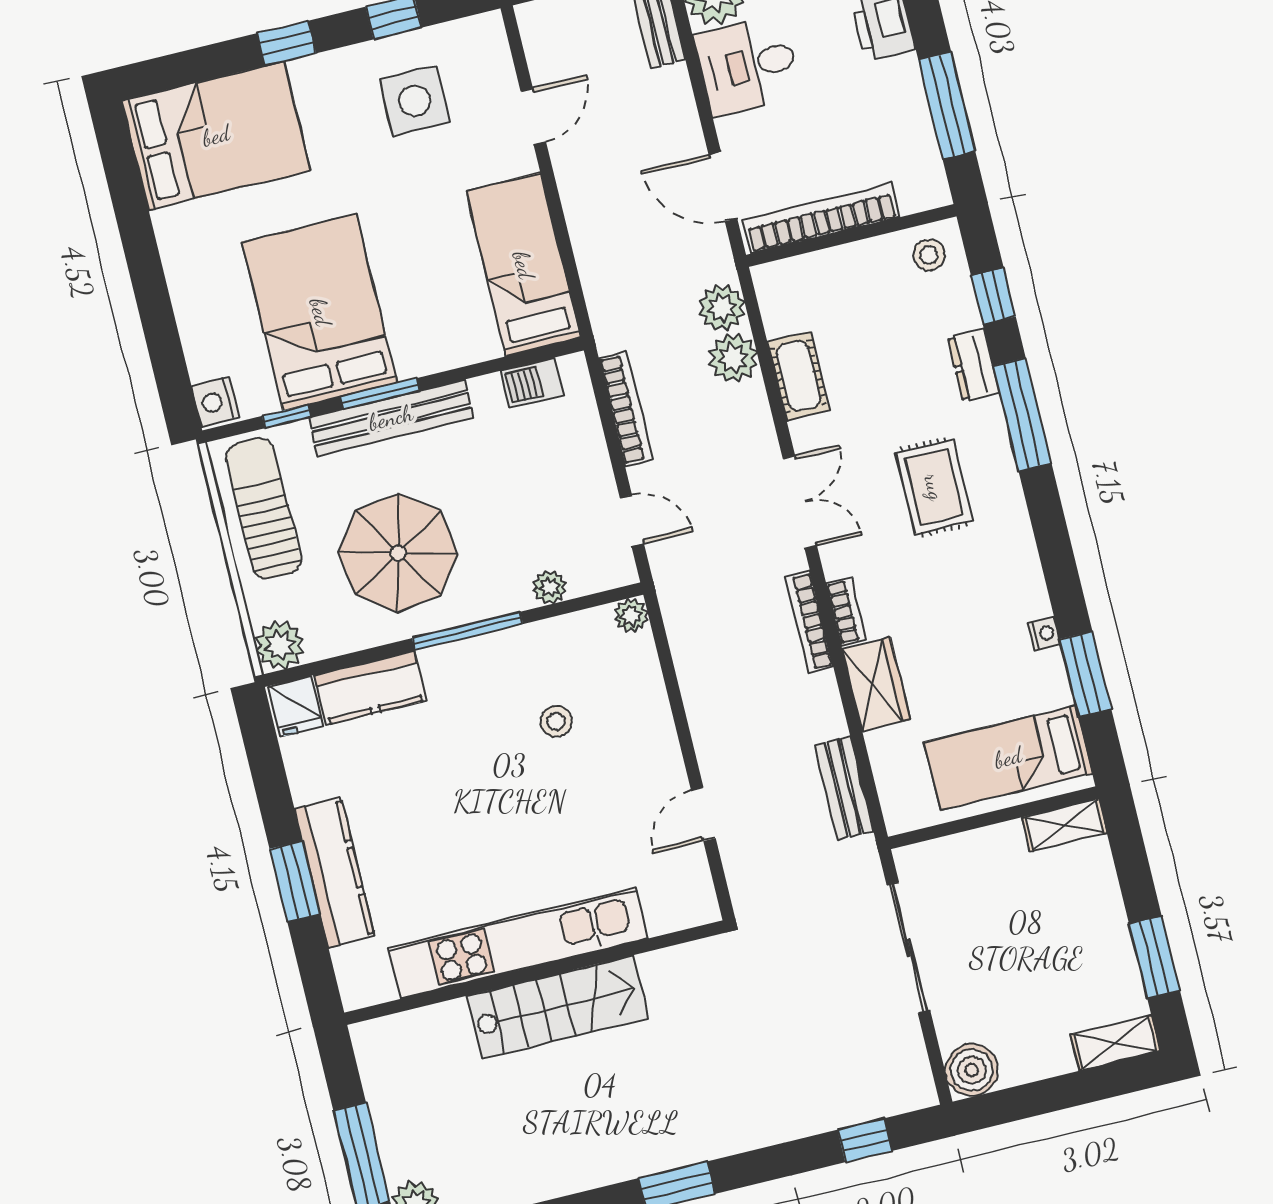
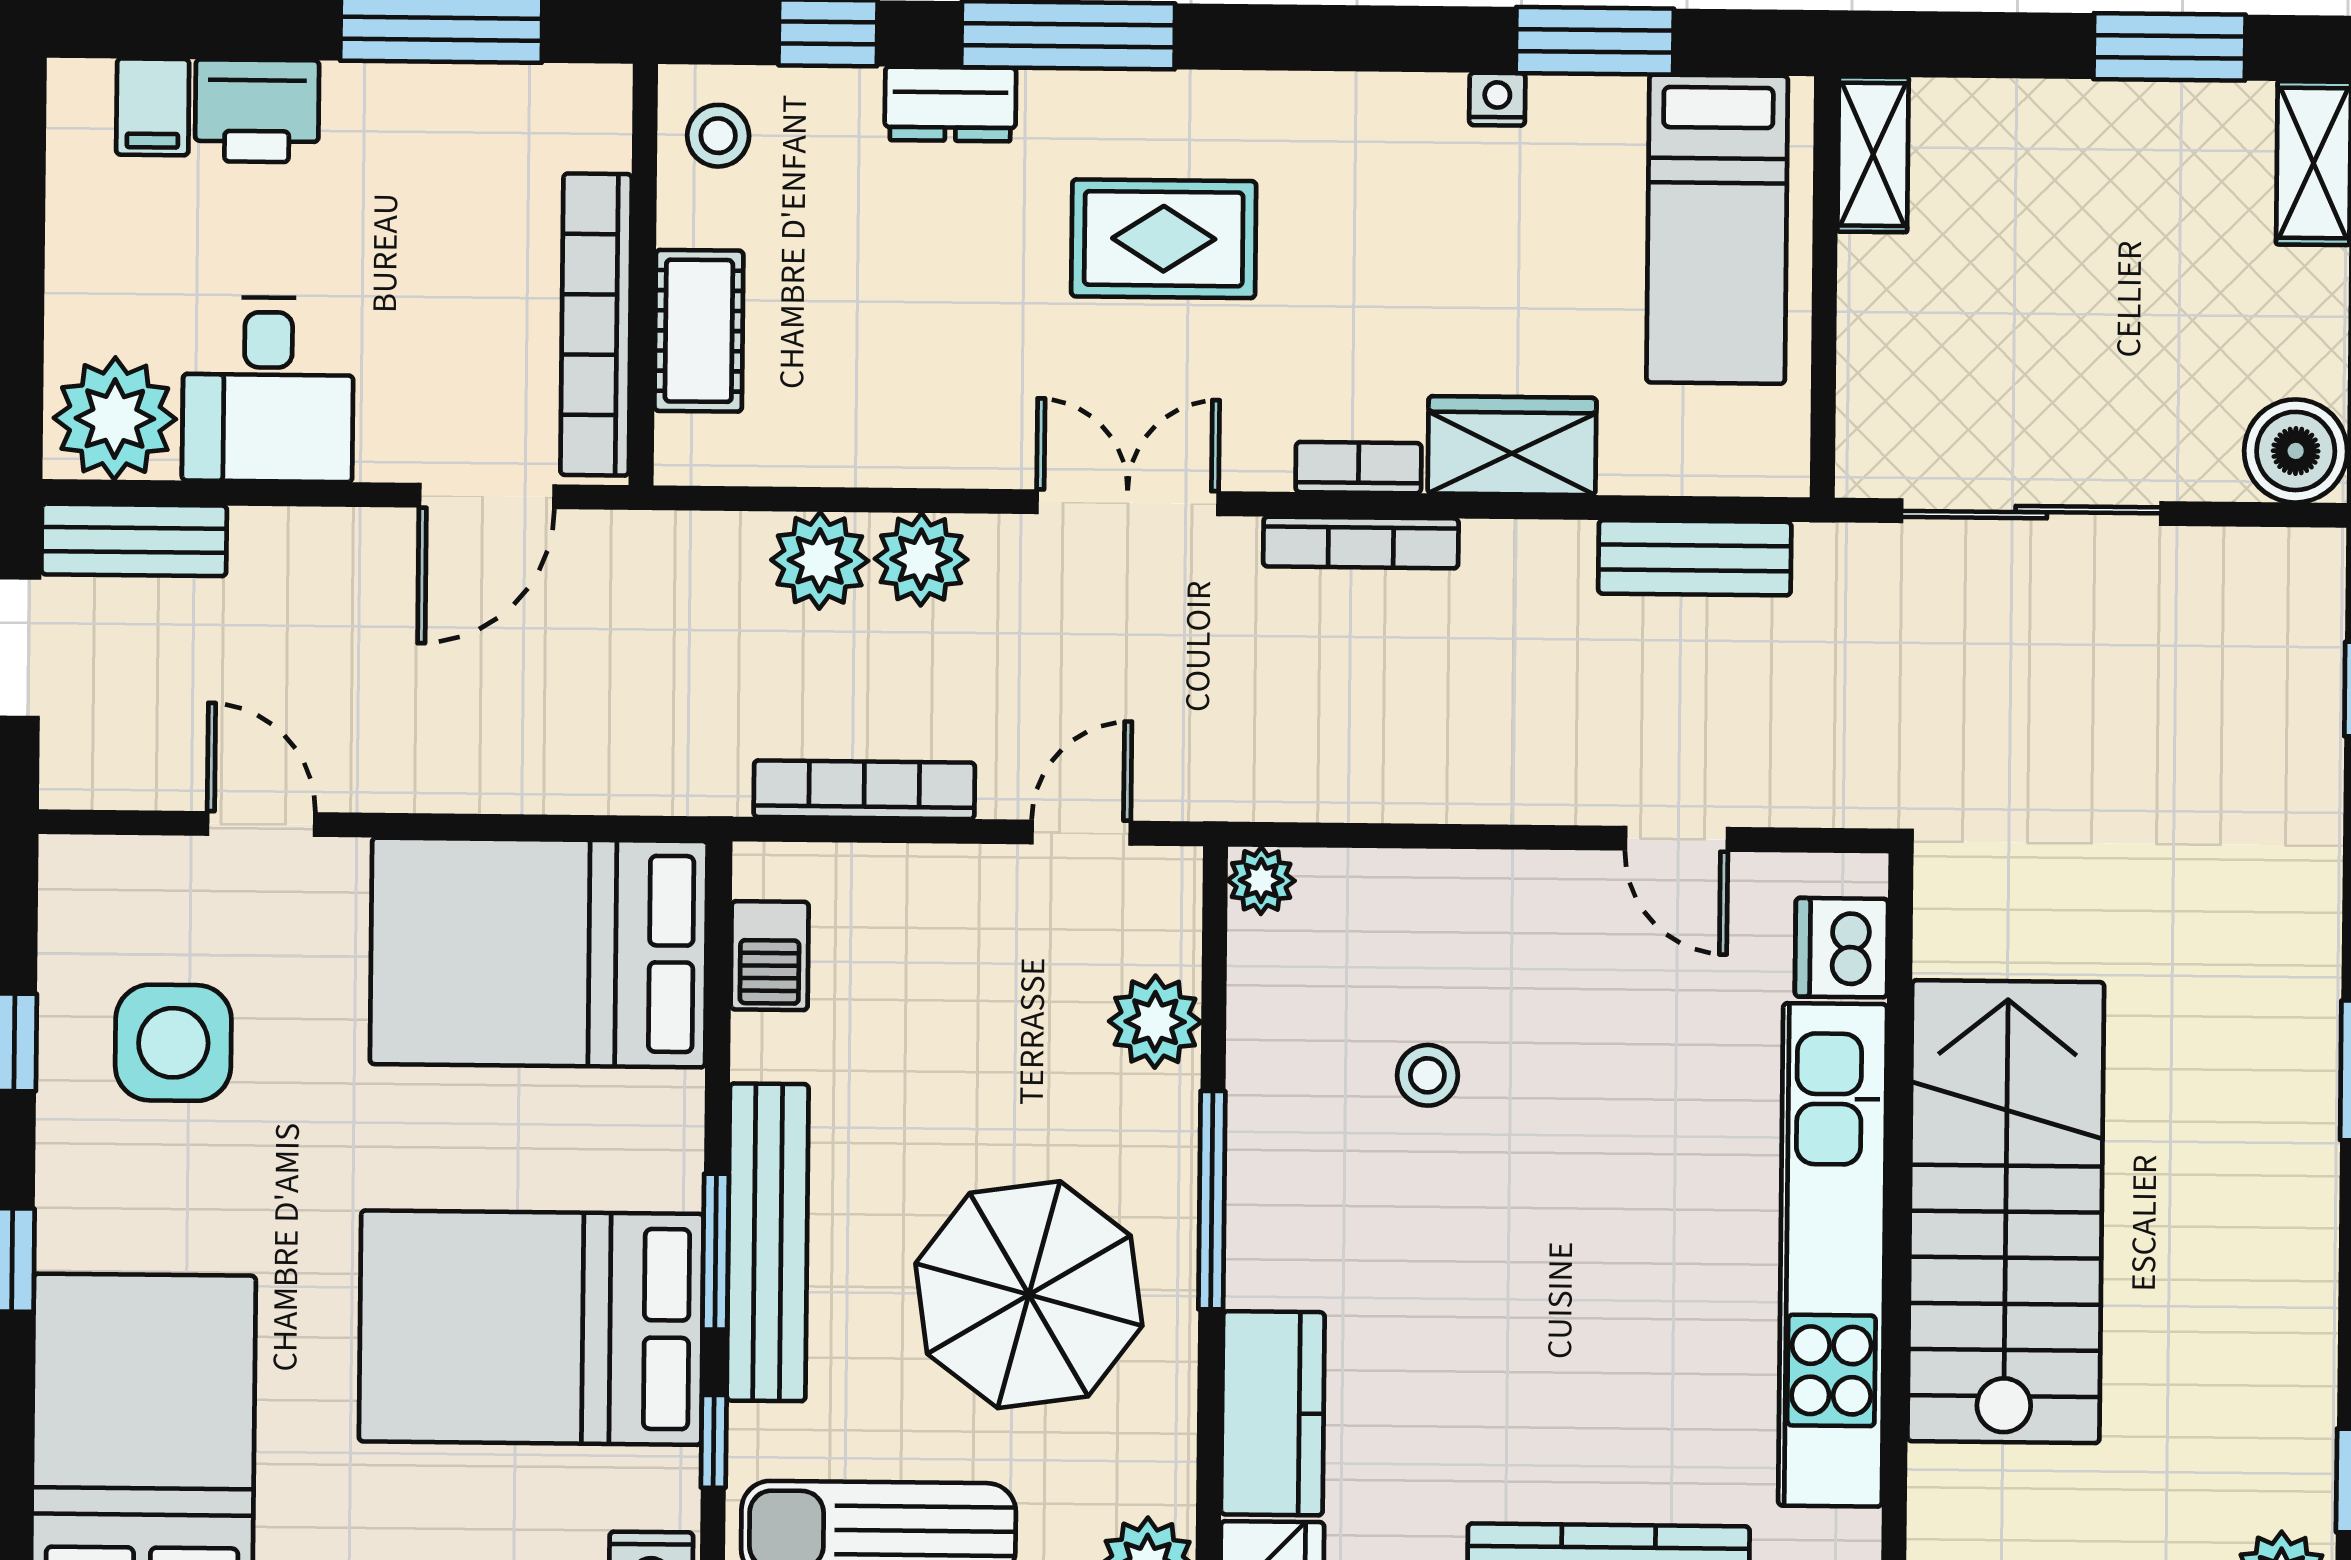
bed: (523, 265) -> (539, 953), width x1.50
plant: (722, 308) -> (921, 559), moved
cot: (798, 376) -> (699, 331), moved, turned 90
plant: (550, 587) -> (1155, 1022), width x1.38, depth x1.38
dishwasher: (671, 909) -> (1842, 948), added
stairs: (557, 1007) -> (2006, 1212), width x1.36, depth x1.51

